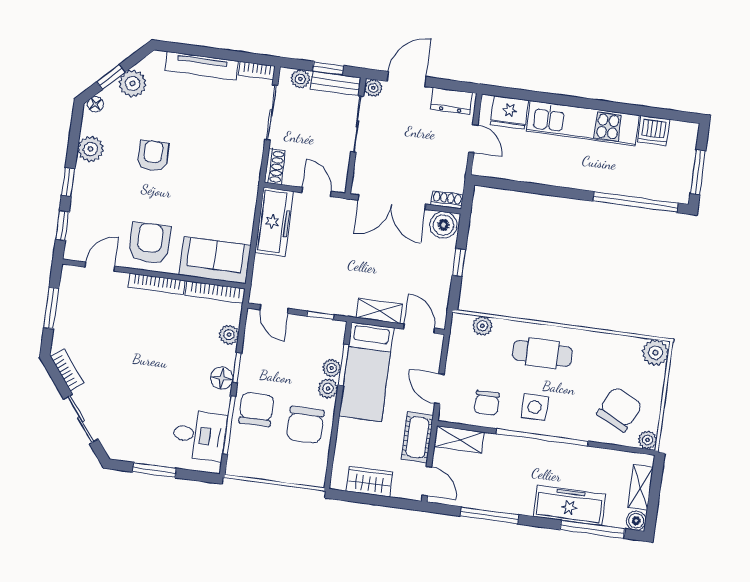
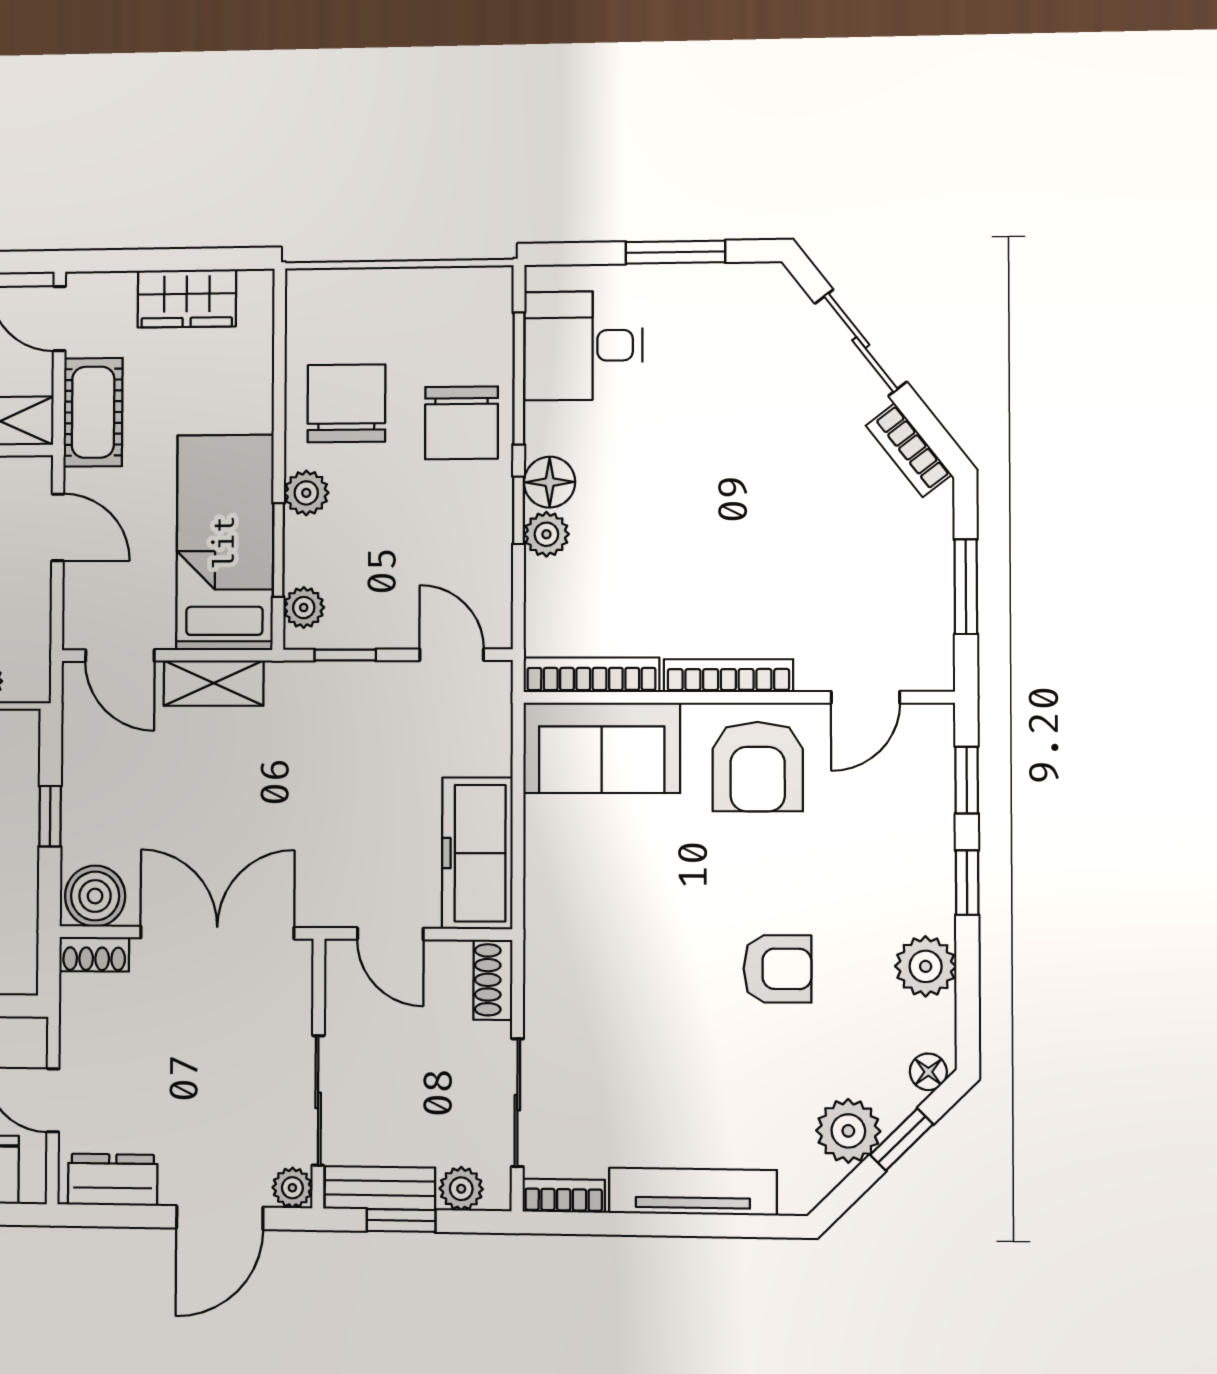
armchair: (153, 156) -> (777, 969), turned -90
plant: (229, 335) -> (546, 534), moved
plant: (332, 368) -> (304, 608), moved

